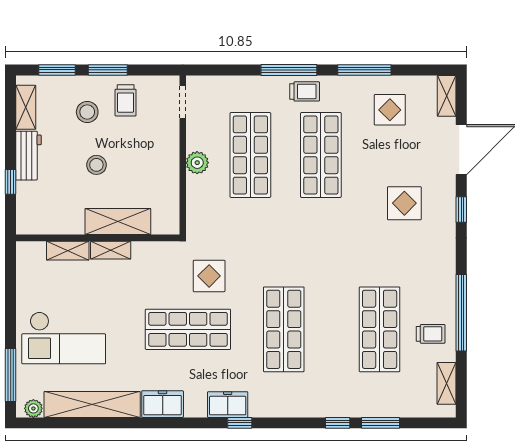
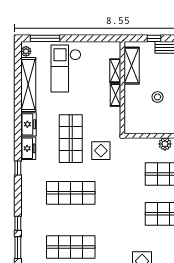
stool: (96, 165) -> (158, 97), moved
shelving: (118, 222) -> (132, 66), moved
freezer: (228, 405) -> (28, 148), moved

